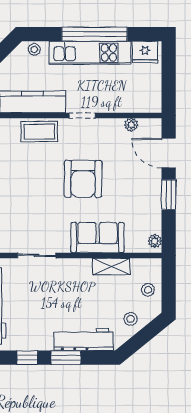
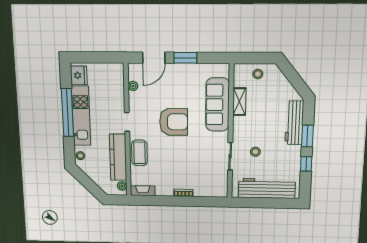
sofa: (98, 237) -> (217, 105), width x1.36
plant: (155, 241) -> (221, 69), removed
stool: (131, 319) -> (255, 152), moved

